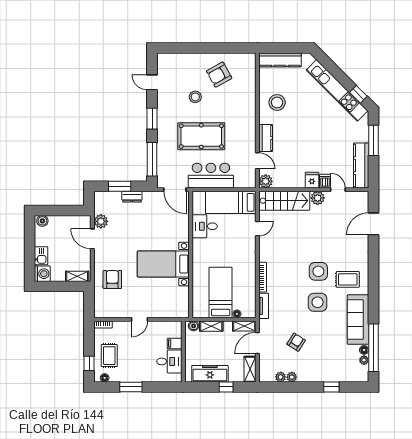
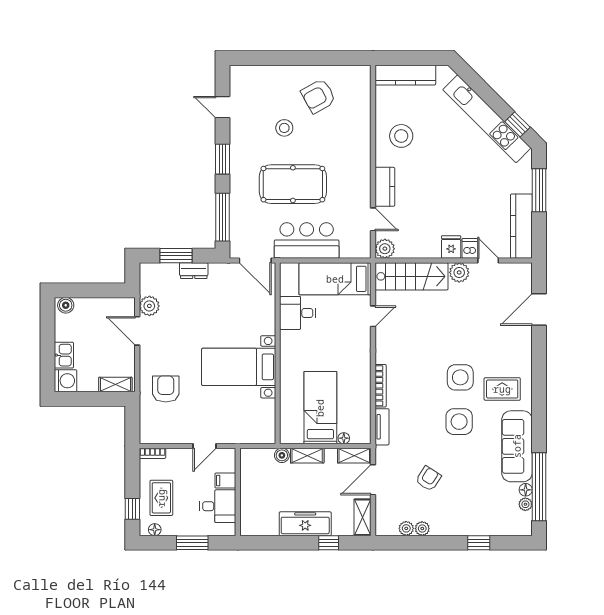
filing cabinet: (175, 343) -> (225, 480), moved
wall: (183, 351) -> (238, 492), moved
desk: (169, 361) -> (218, 506), moved

